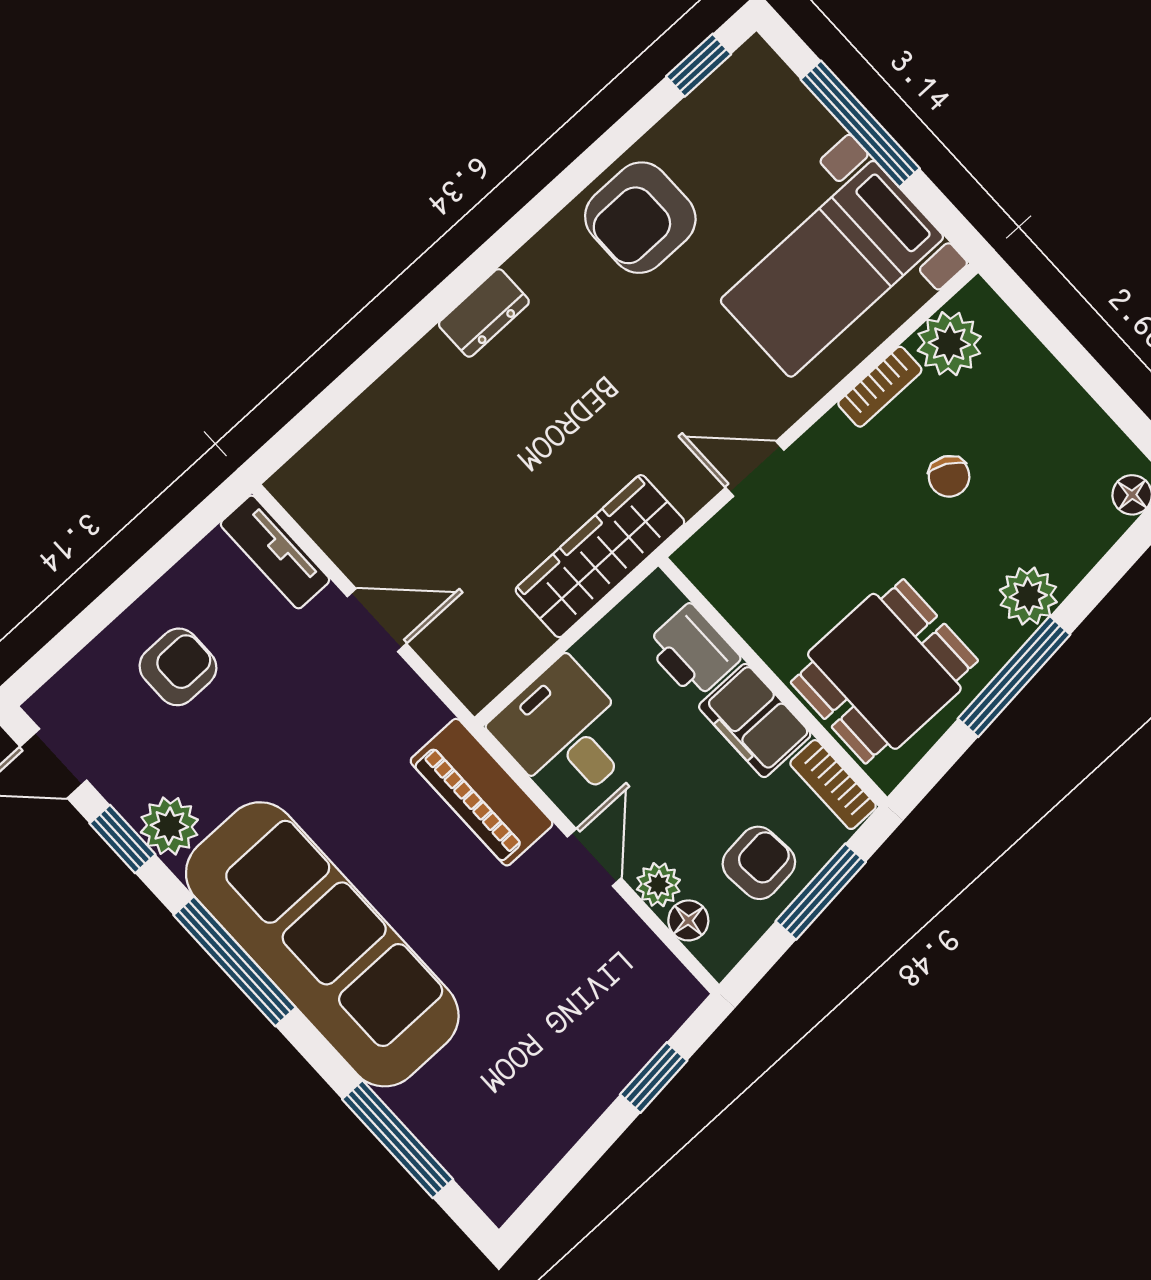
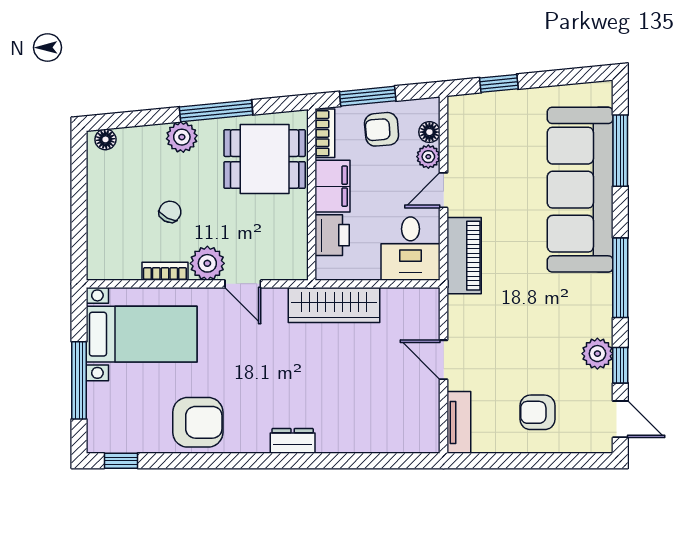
plant: (949, 344) -> (207, 263), moved
sofa: (322, 944) -> (580, 190), moved

